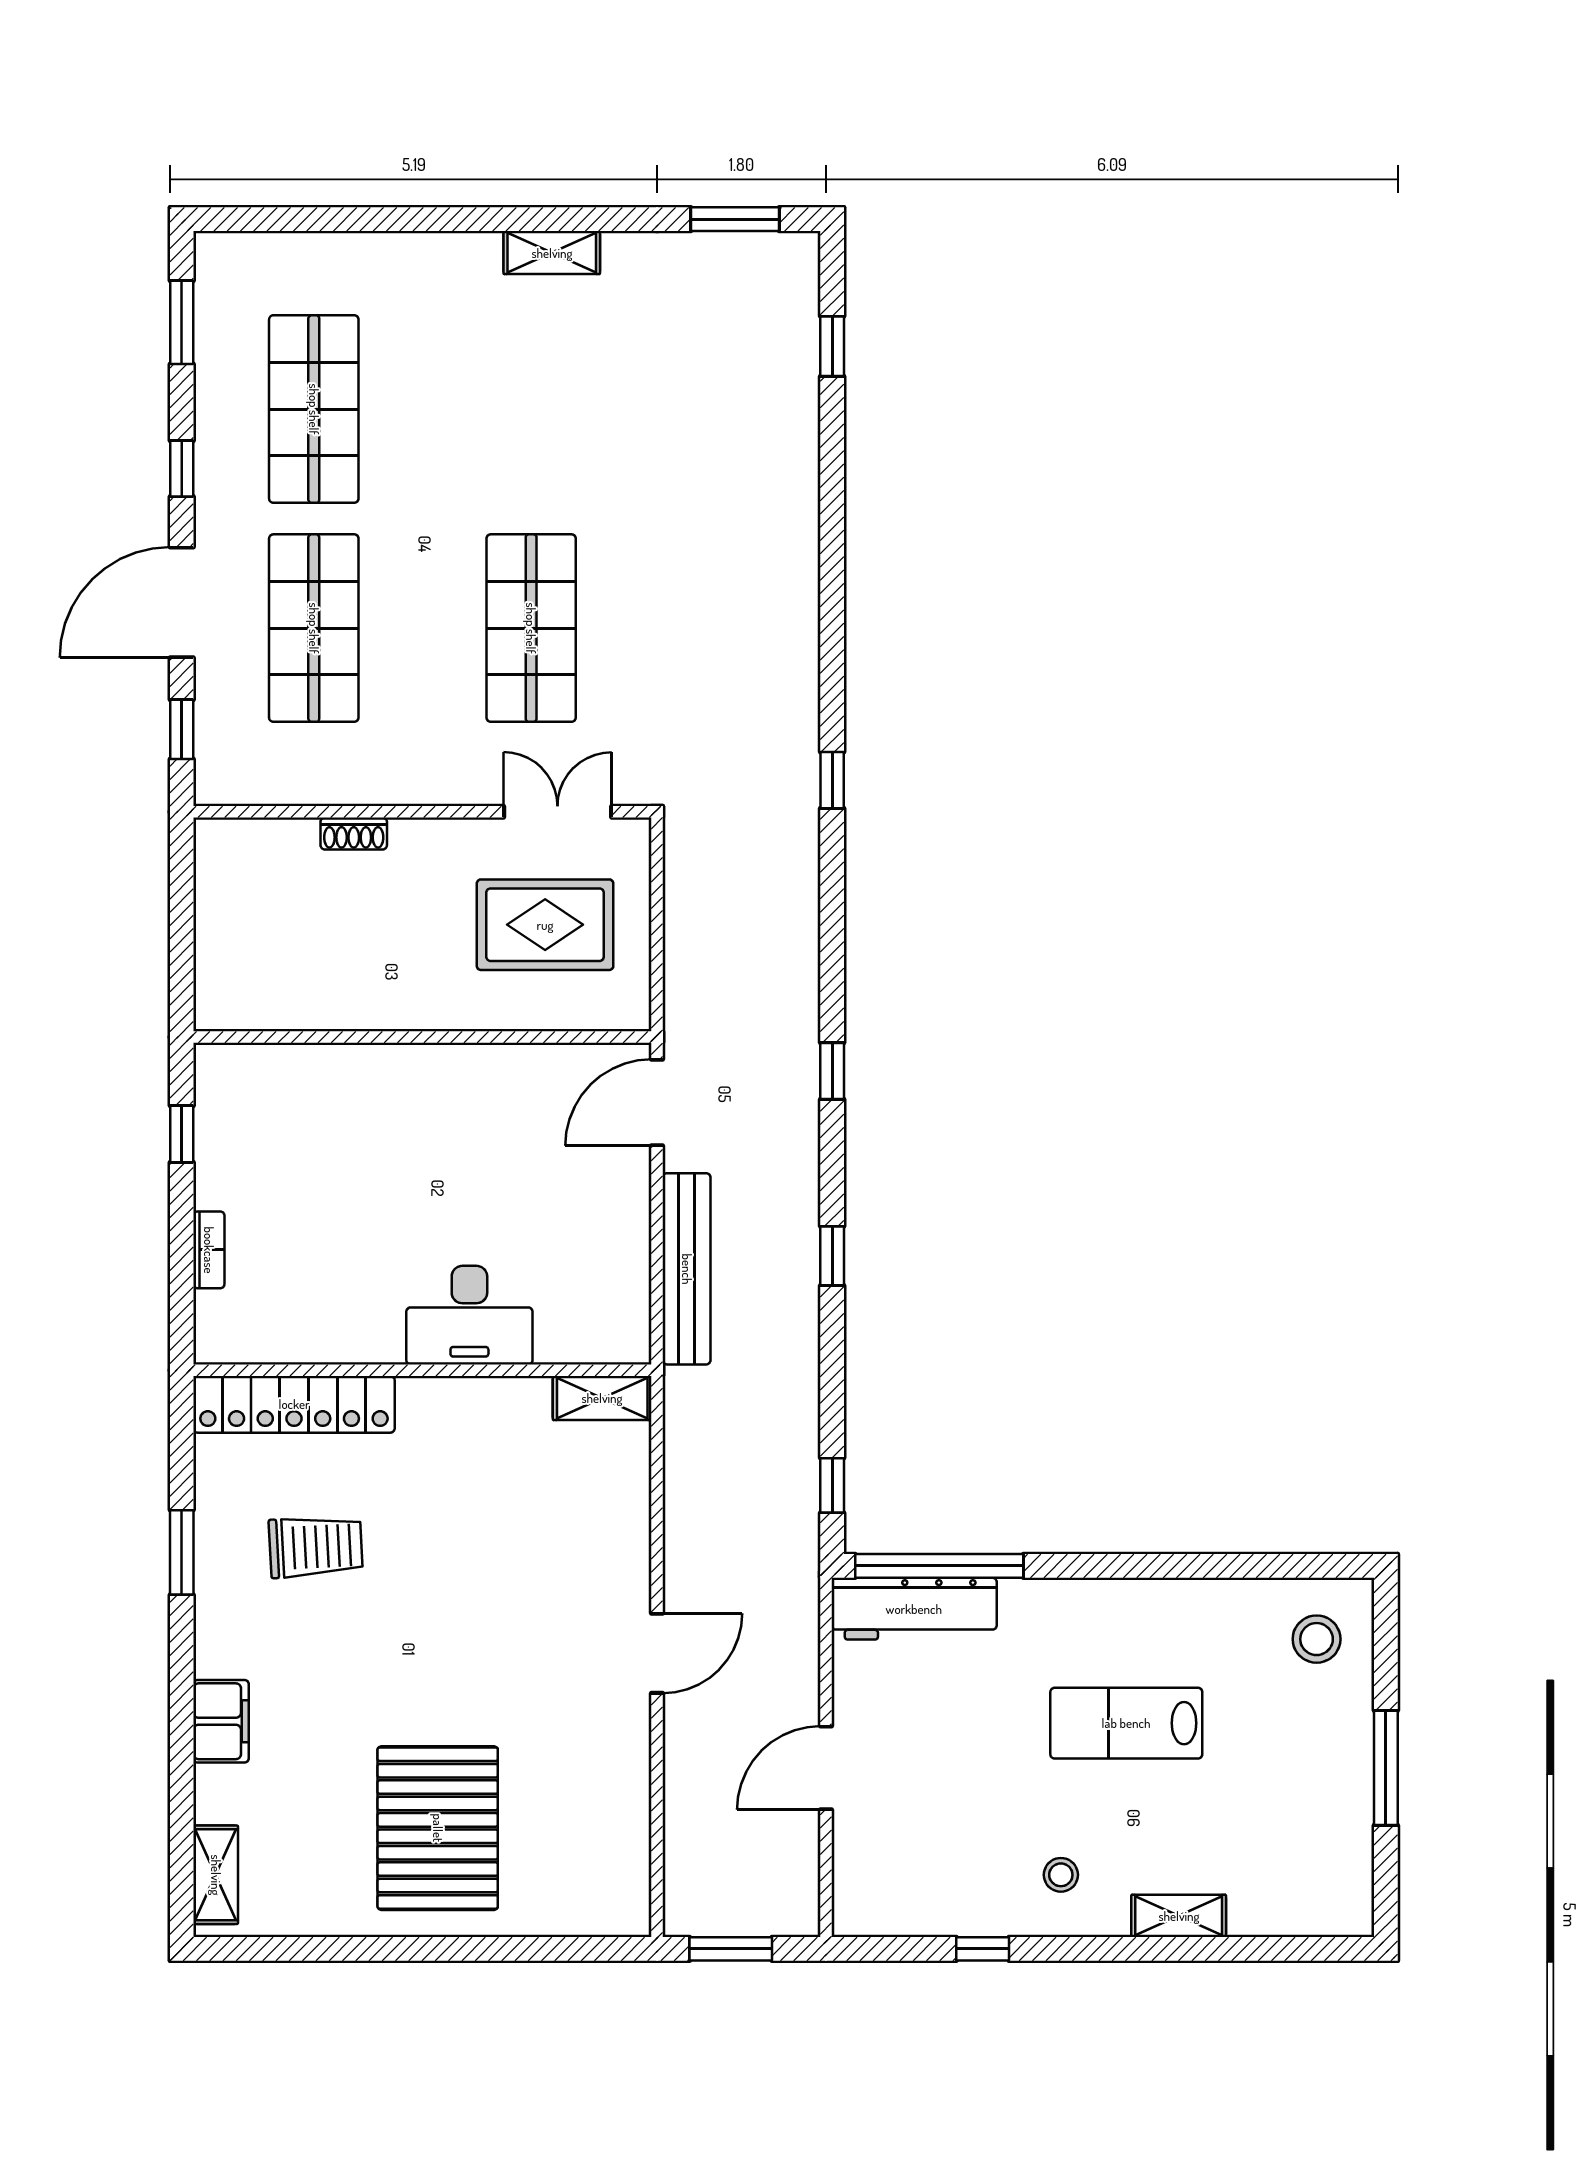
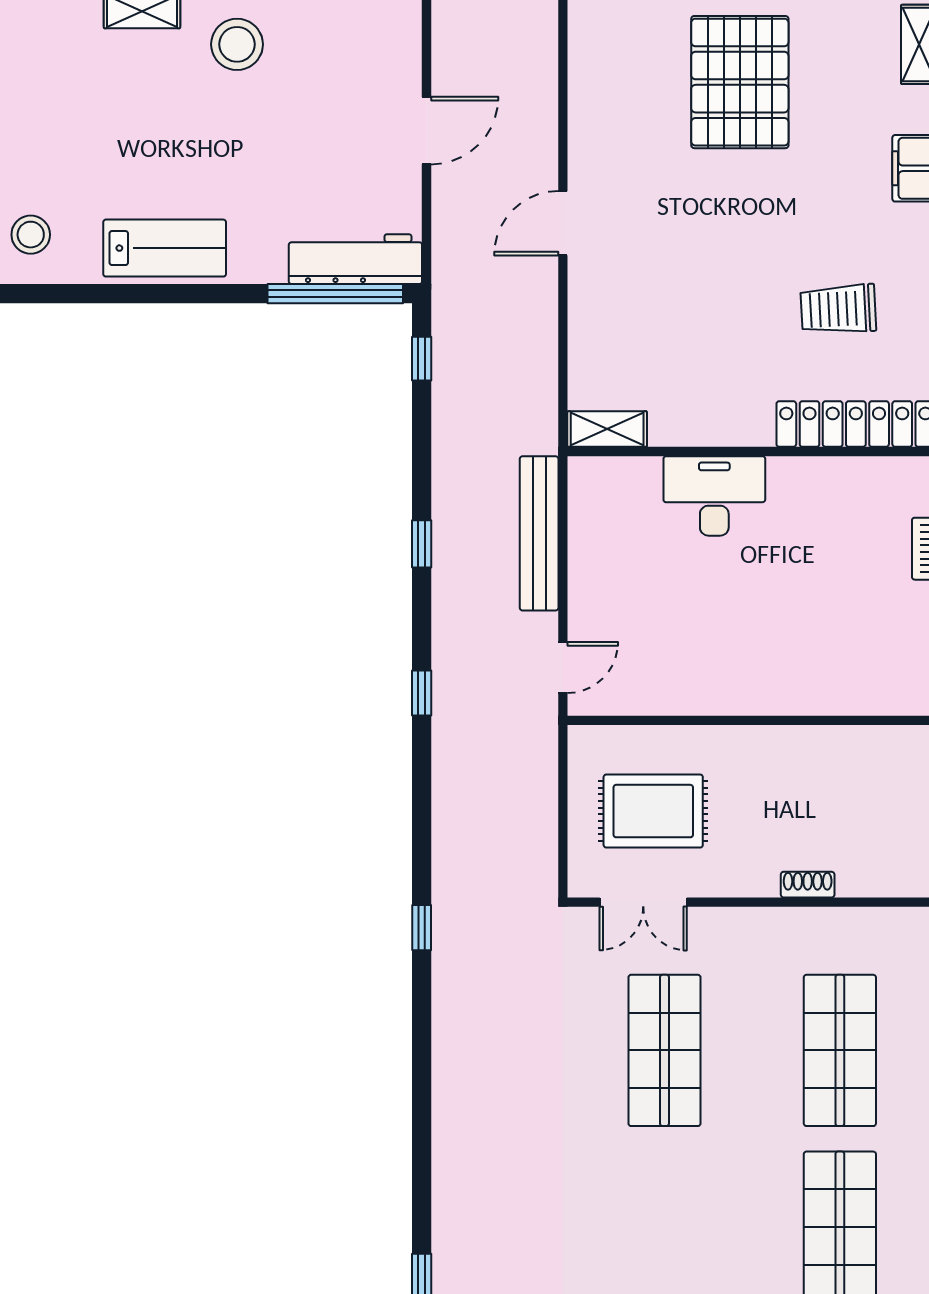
door: (657, 1103) -> (563, 668), width x0.73
lab bench: (1126, 1723) -> (165, 248), moved
stool: (1061, 1875) -> (237, 44), width x1.89, depth x1.89

